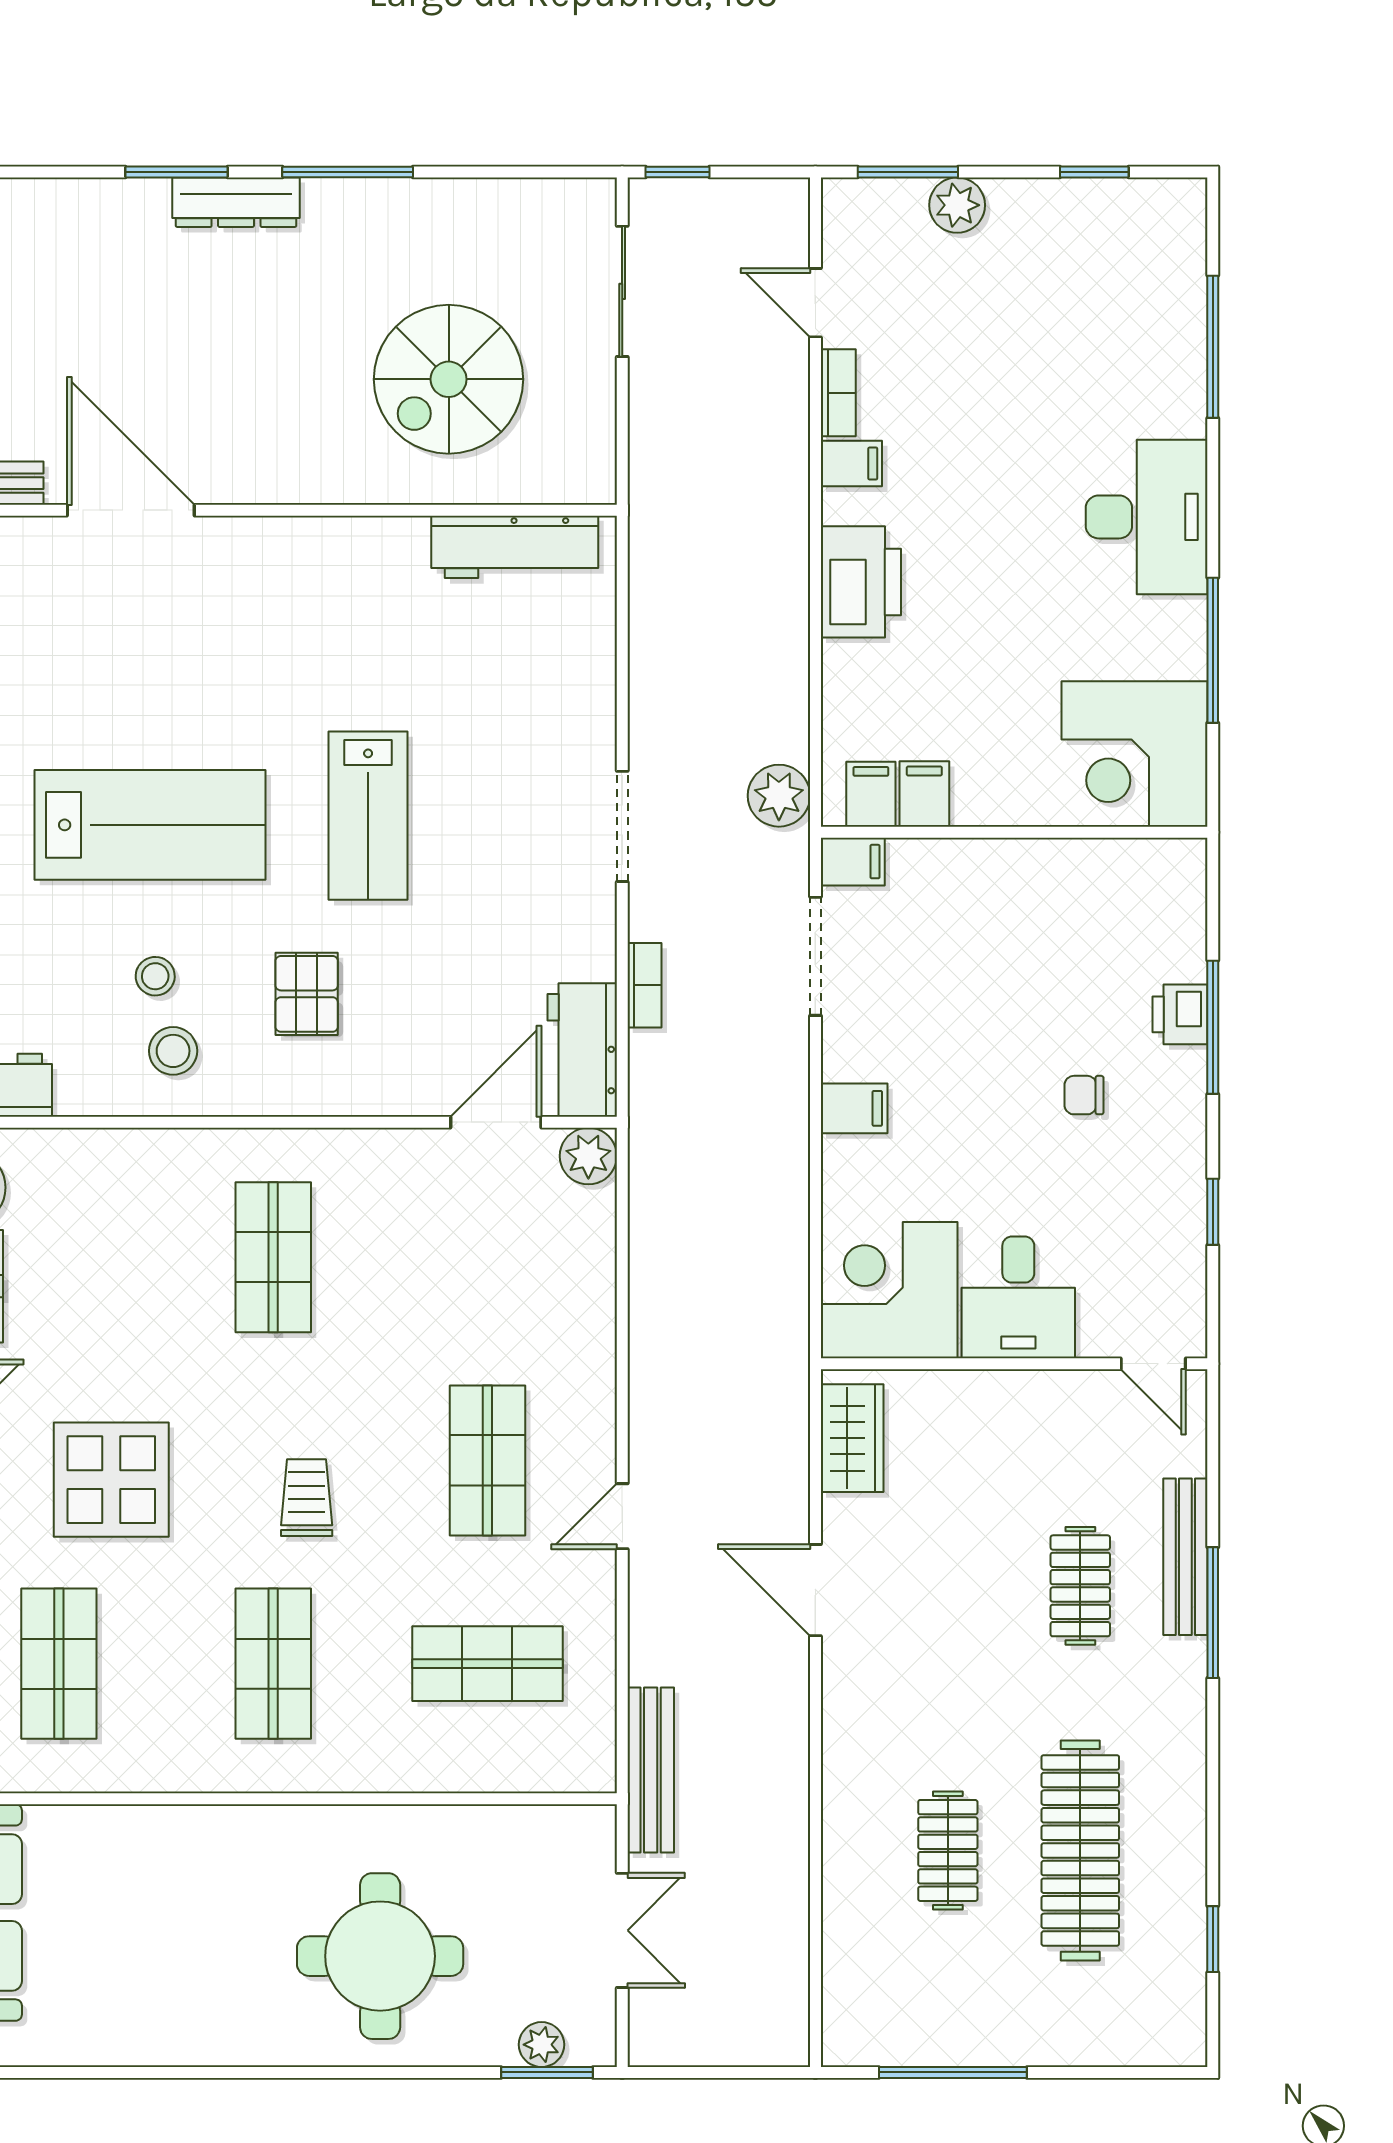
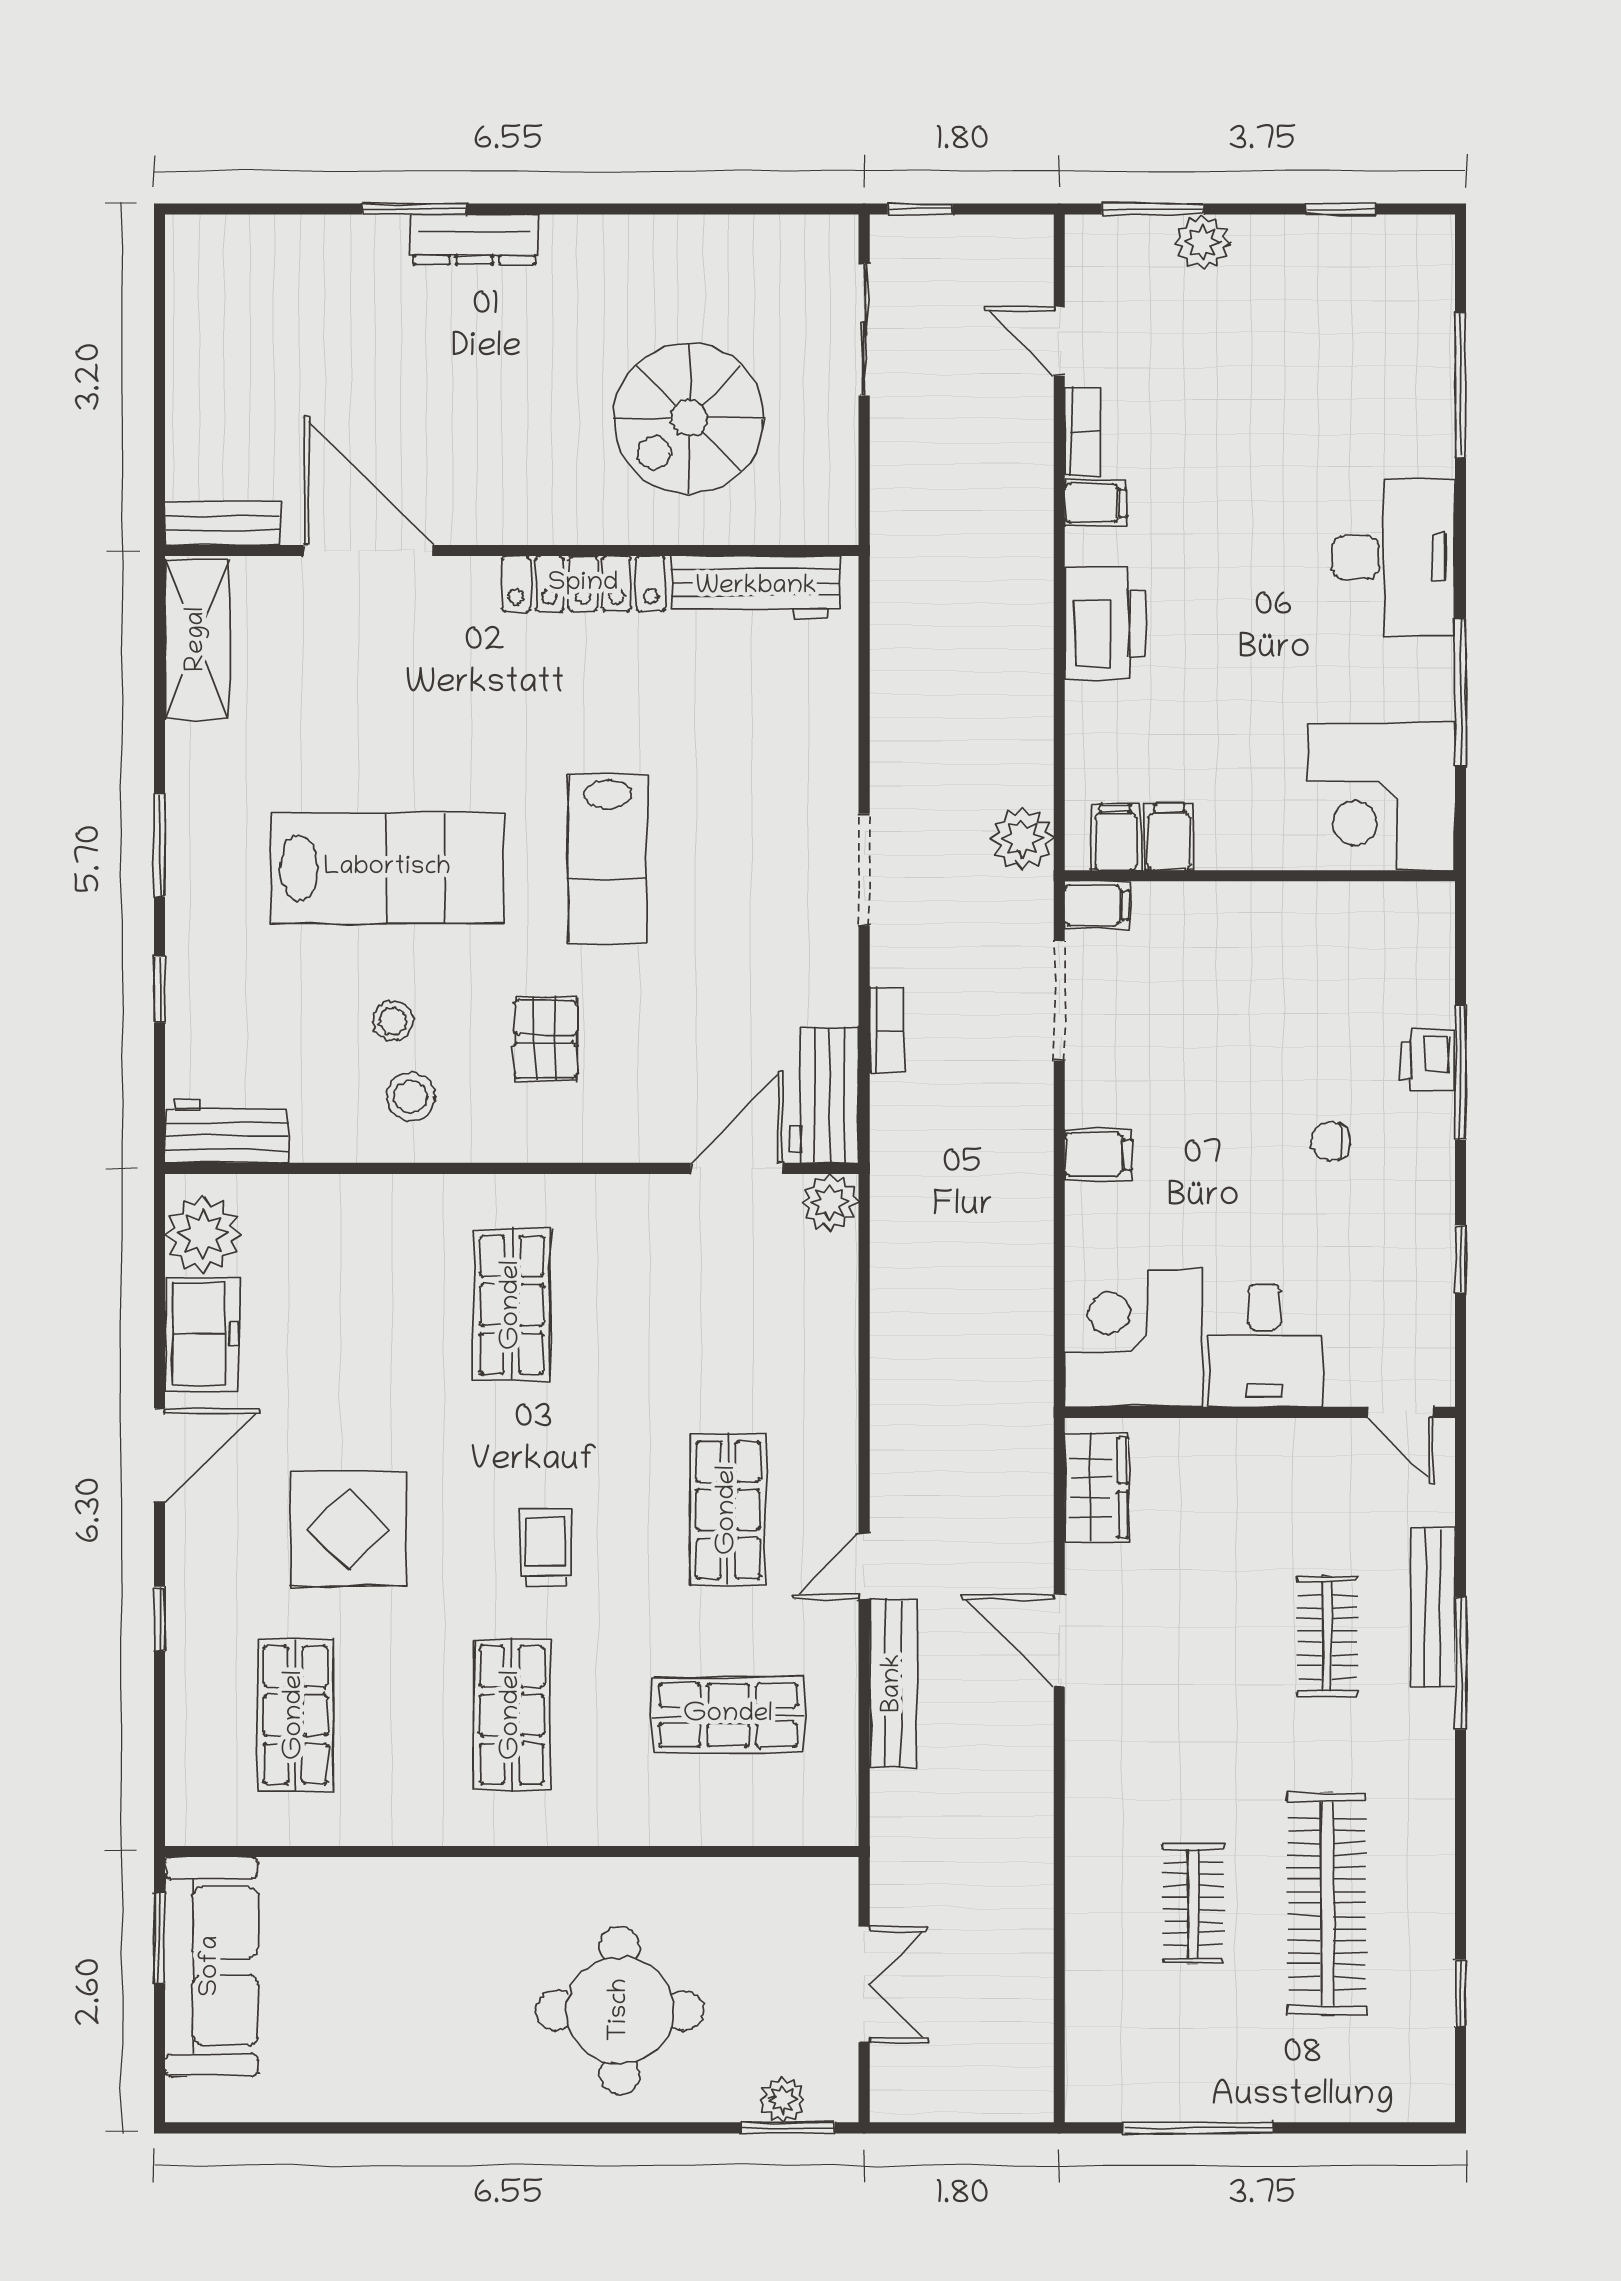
window: (348, 172) -> (587, 209), removed
locker: (344, 543) -> (583, 584), added
bench: (651, 1770) -> (893, 1683), moved

